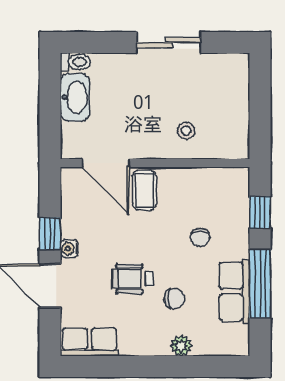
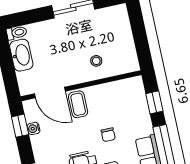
window: (50, 234) -> (20, 126), moved
chair: (200, 237) -> (108, 135), moved
water cooler: (69, 249) -> (34, 128), moved

